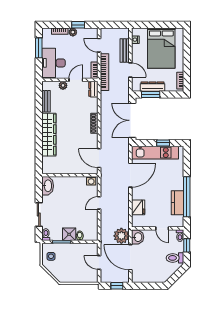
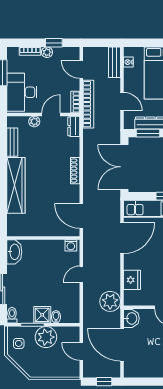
bench: (125, 51) -> (114, 62), moved
plant: (121, 236) -> (110, 301), moved
plant: (72, 251) -> (46, 337), added

